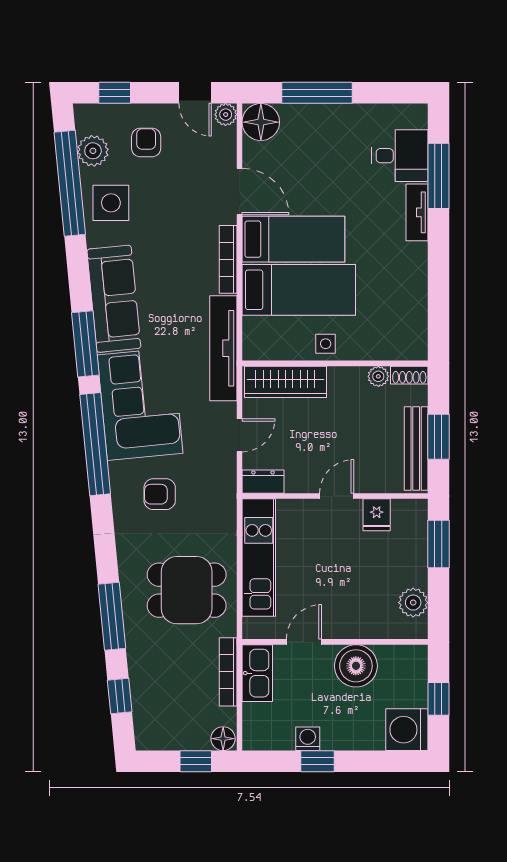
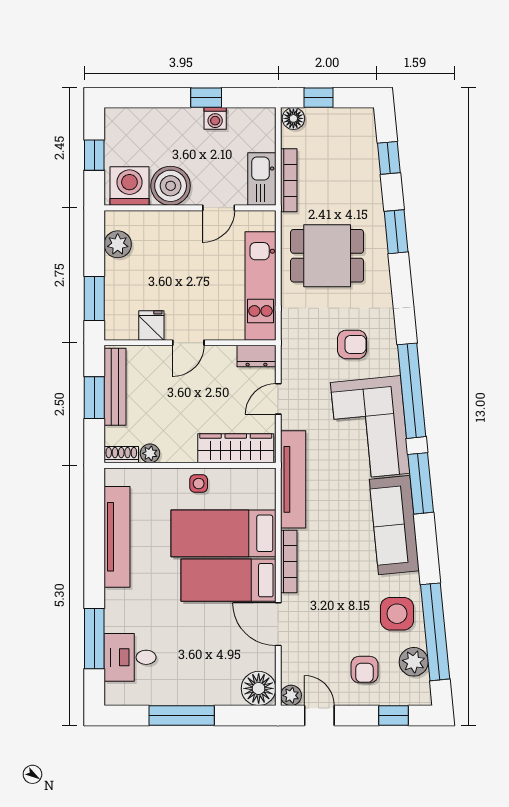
window: (317, 93) -> (182, 715), moved
tv unit: (417, 212) -> (117, 537), moved, width x1.92, depth x1.29
window: (112, 616) -> (396, 232), width x0.69
washing machine: (407, 730) -> (129, 186), moved, turned -90

